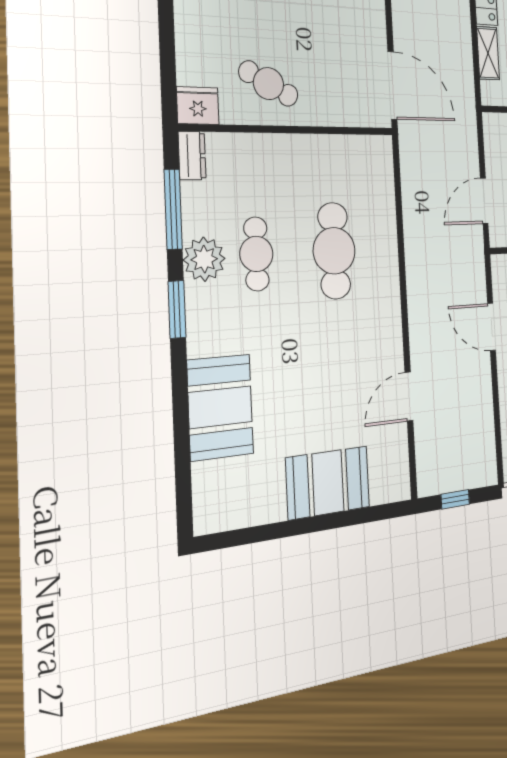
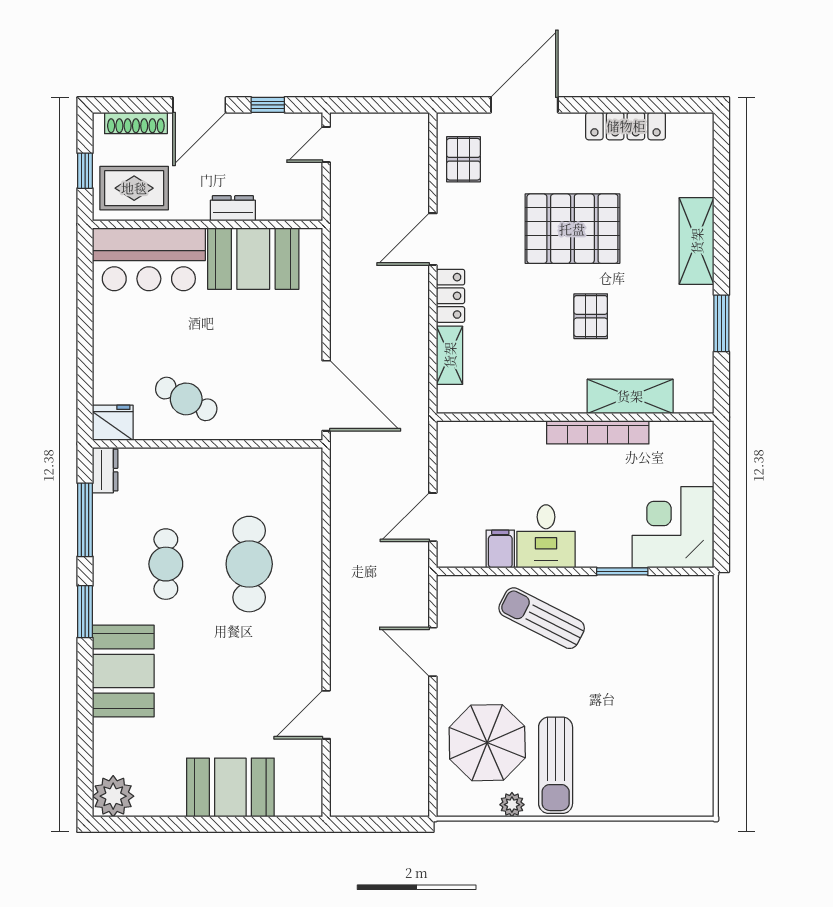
plant: (204, 259) -> (113, 796), moved
booth: (220, 407) -> (123, 671), moved
window: (455, 499) -> (375, 824), removed

